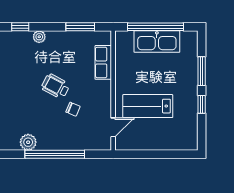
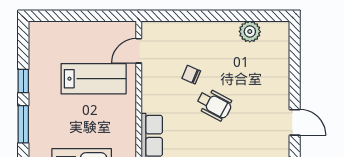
window: (55, 154) -> (215, 16), removed

